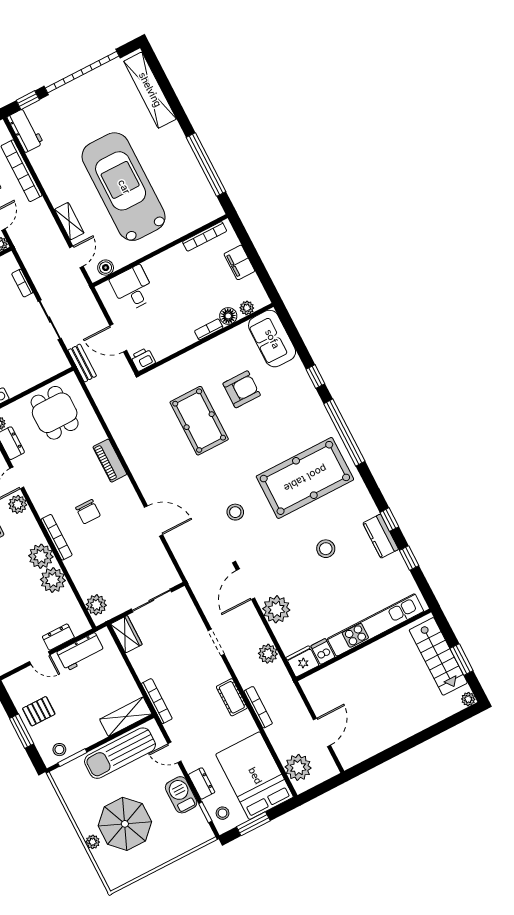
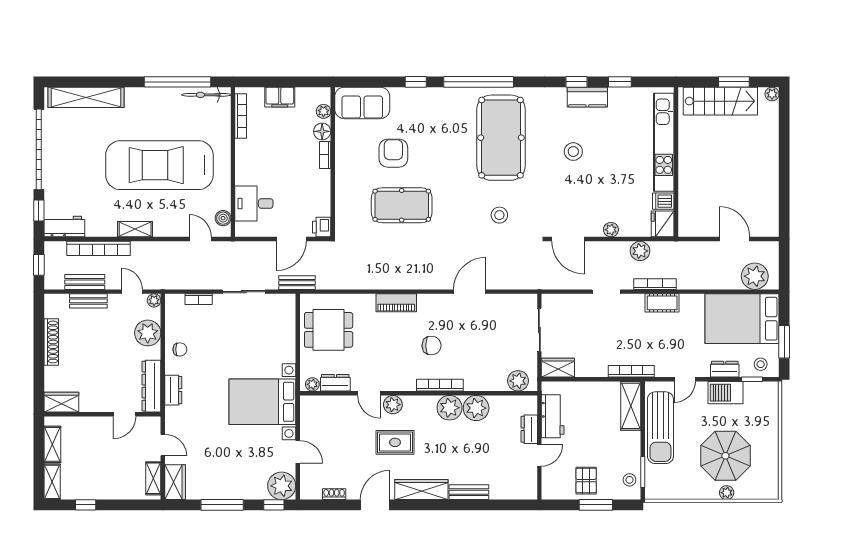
bicycle: (208, 196) -> (206, 95), added
shelving: (69, 221) -> (135, 229), moved
plant: (276, 609) -> (611, 230), width x0.53, depth x0.53
bookcase: (258, 707) -> (655, 284), moved

